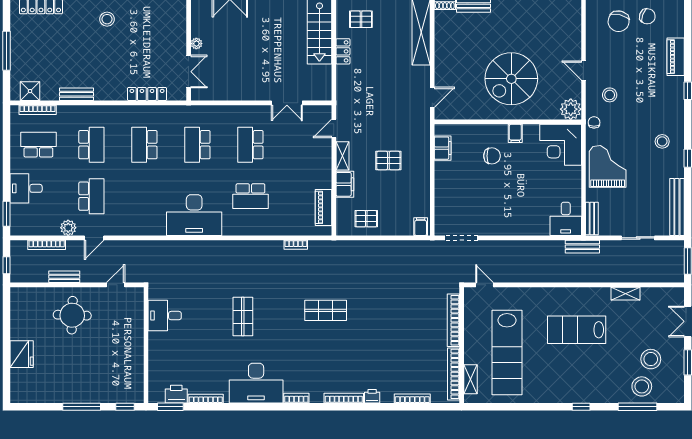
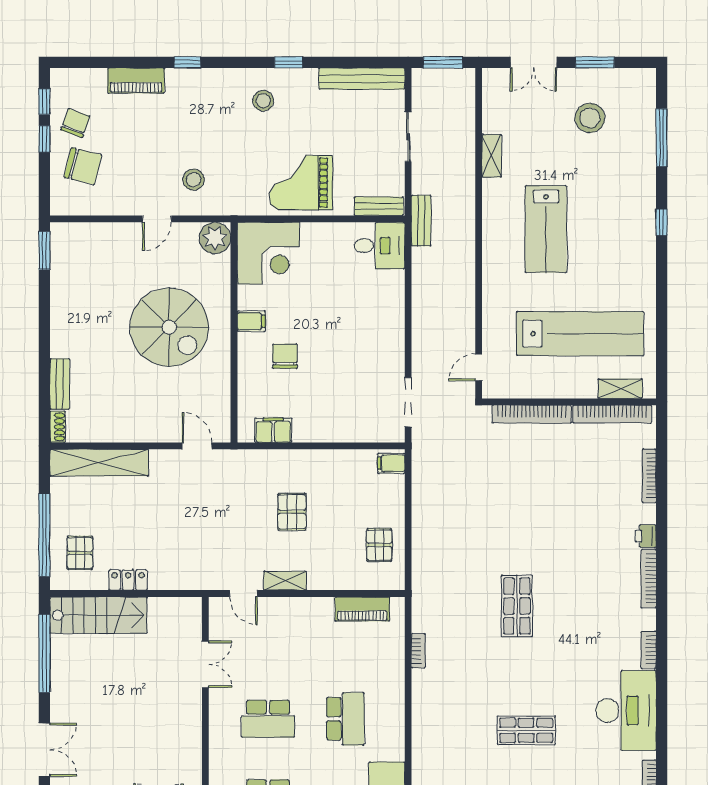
chair: (594, 122) -> (235, 203), removed
filing cabinet: (345, 184) -> (328, 577), removed
stool: (642, 386) -> (631, 131), removed

